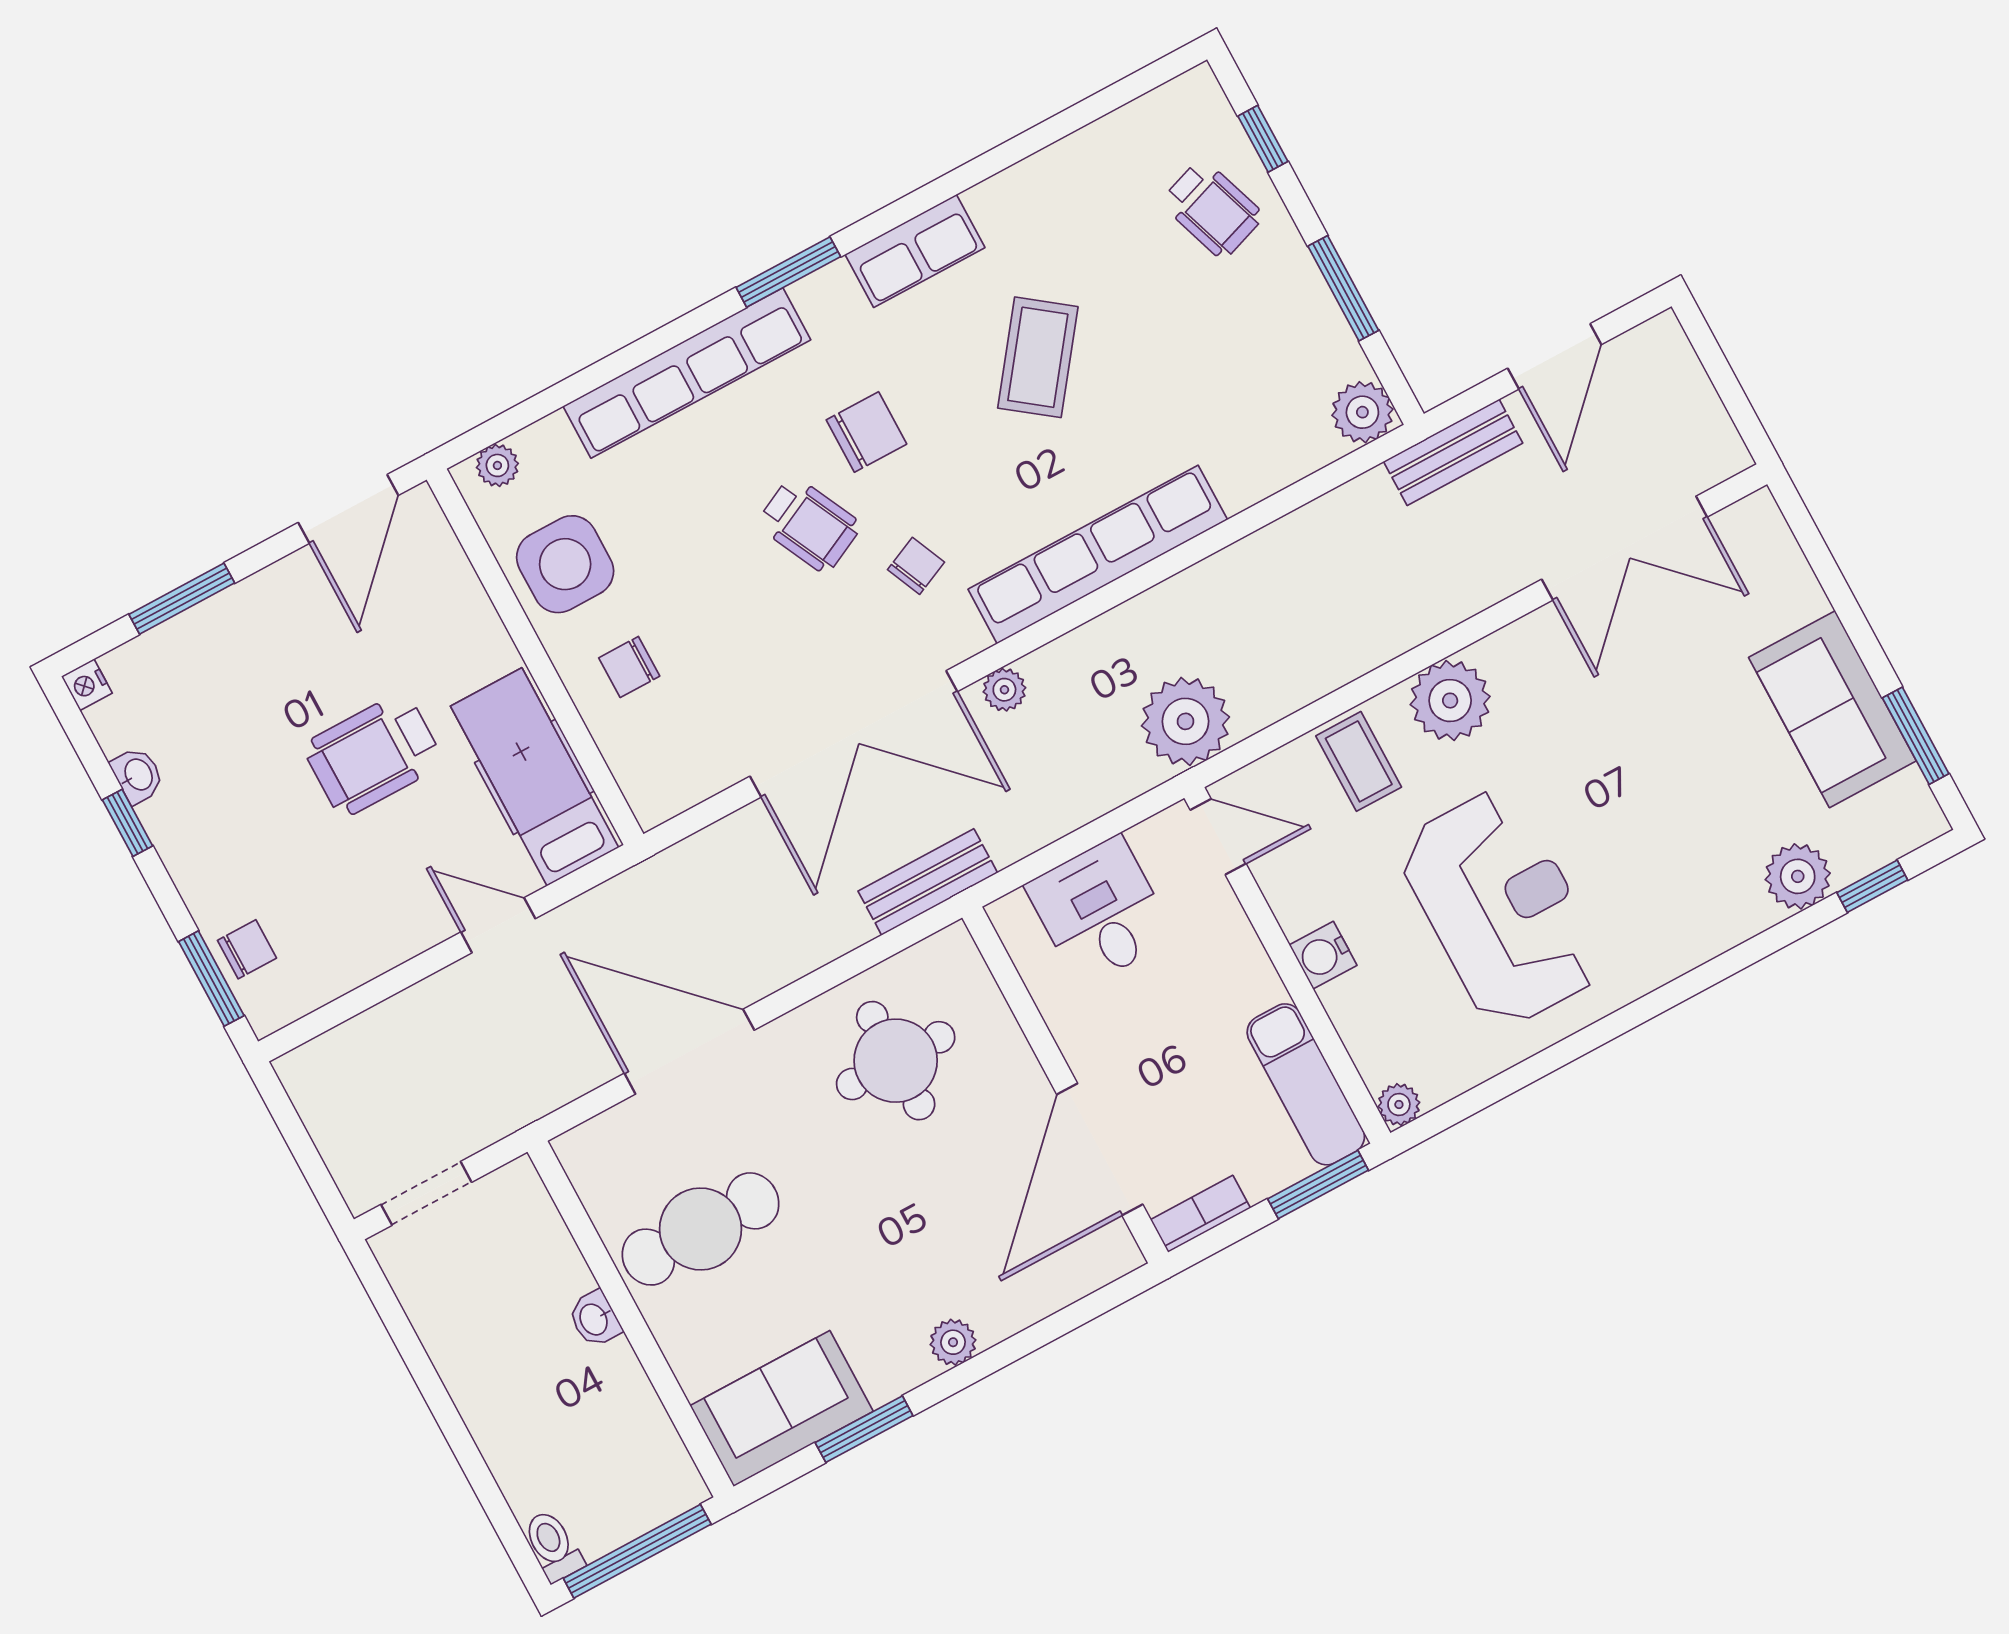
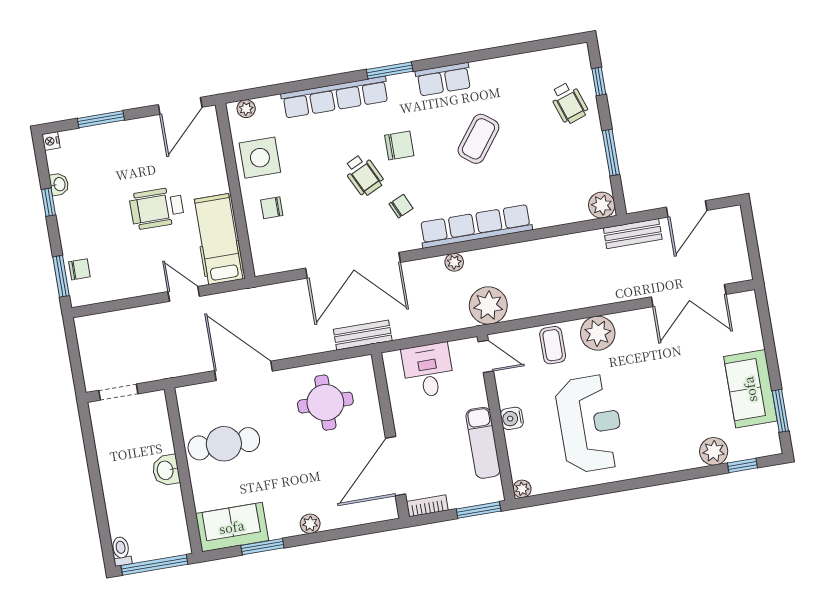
plant: (1004, 690) -> (454, 262), moved
exam couch: (1306, 1084) -> (483, 443), moved
washbasin: (595, 1319) -> (166, 470), width x1.38, depth x1.45

